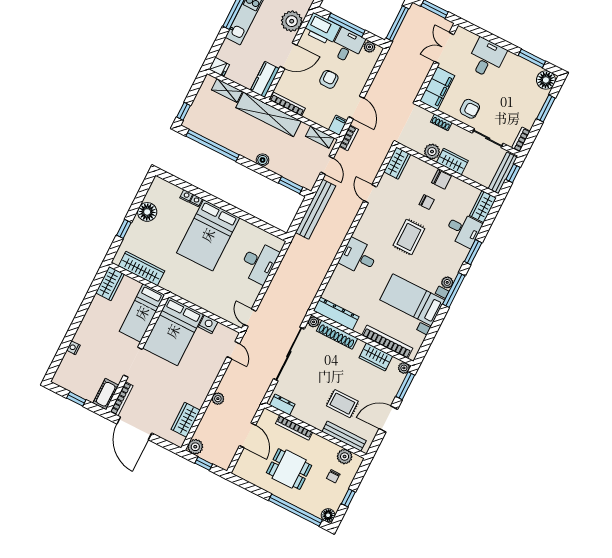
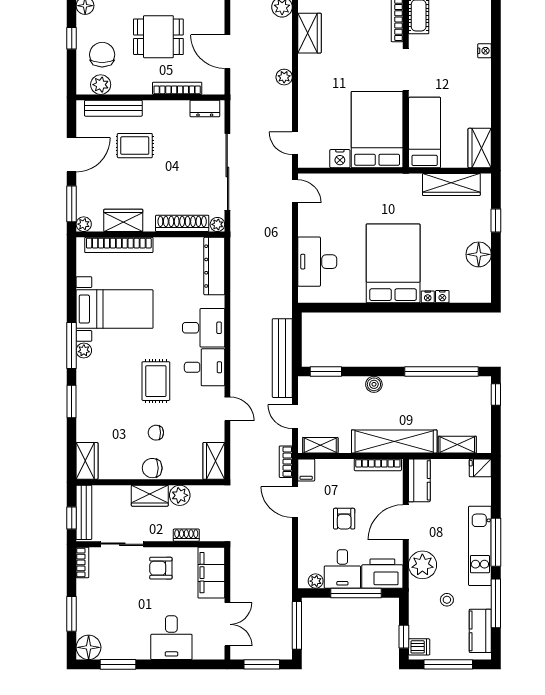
desk: (463, 230) -> (205, 367), moved, turned 180
dresser: (336, 314) -> (214, 266), moved, turned 90
chair: (333, 476) -> (102, 55), width x1.87, depth x1.87

